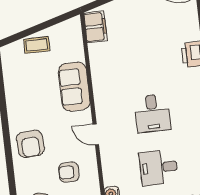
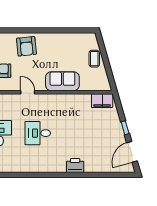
door: (96, 134) -> (28, 92), hinge flipped
armchair: (30, 144) -> (26, 46), turned -93

